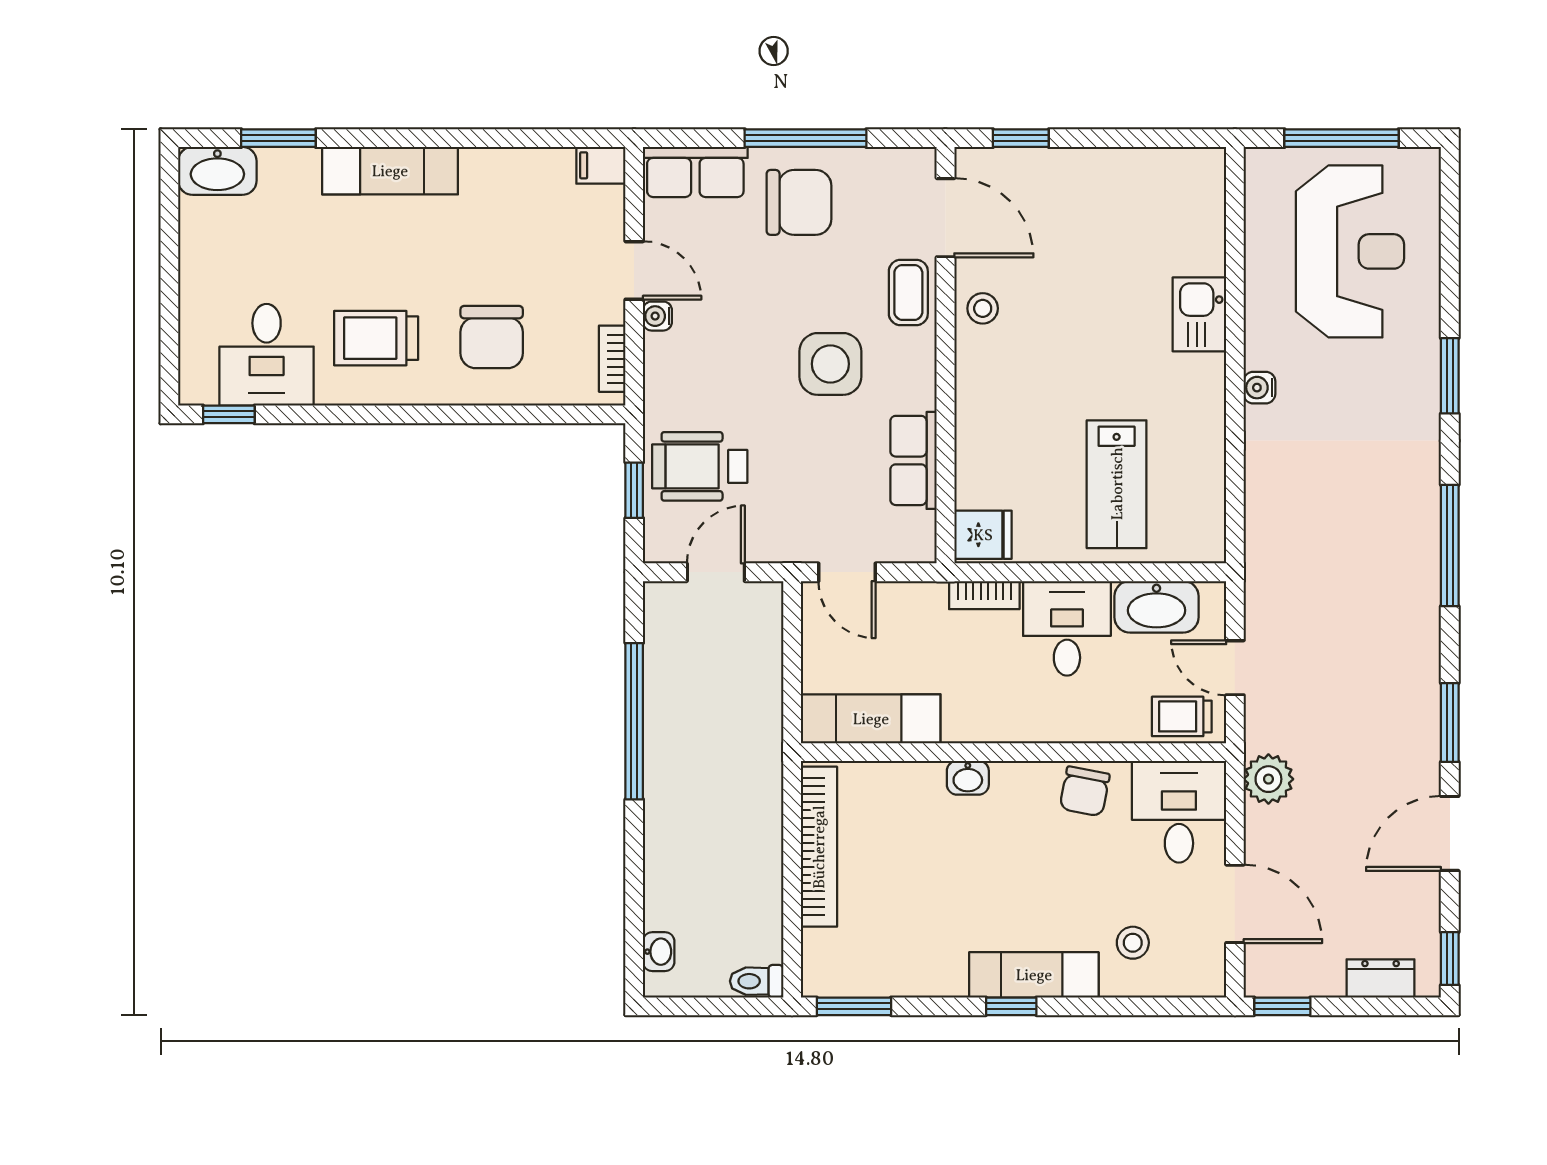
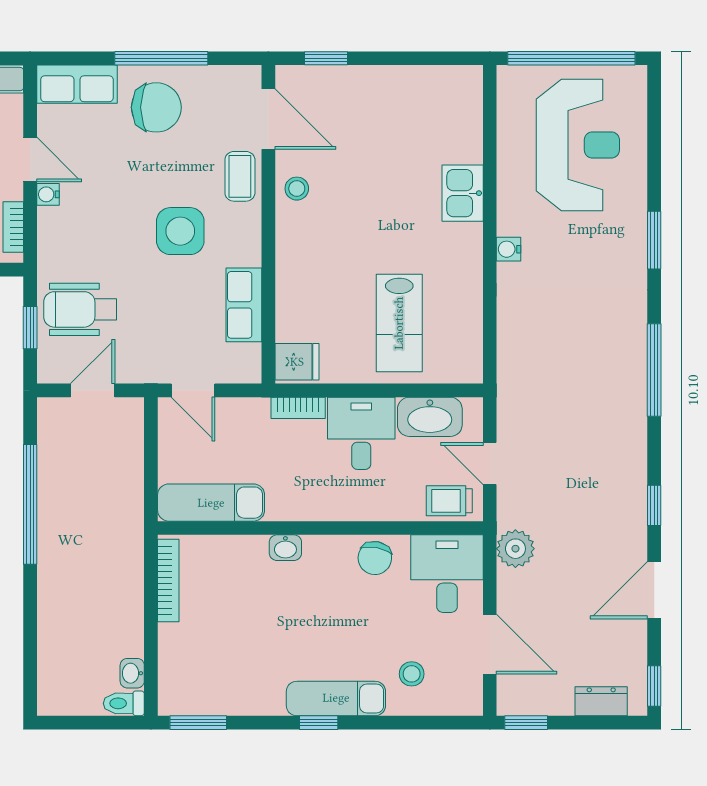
window: (1342, 138) -> (571, 58), width x1.46
window: (1450, 722) -> (654, 505), width x0.67
bookcase: (819, 847) -> (168, 581), width x0.68, depth x0.76
washbasin: (659, 952) -> (132, 673), moved, turned 180

